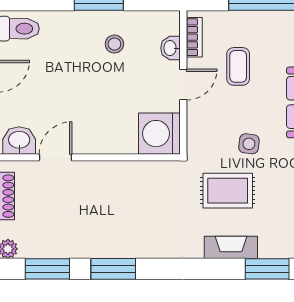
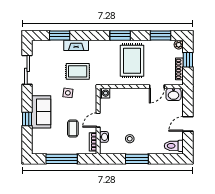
washing machine: (159, 134) -> (105, 93), width x0.53, depth x0.53
rug: (110, 214) -> (132, 61), added
window: (113, 269) -> (120, 35), moved

